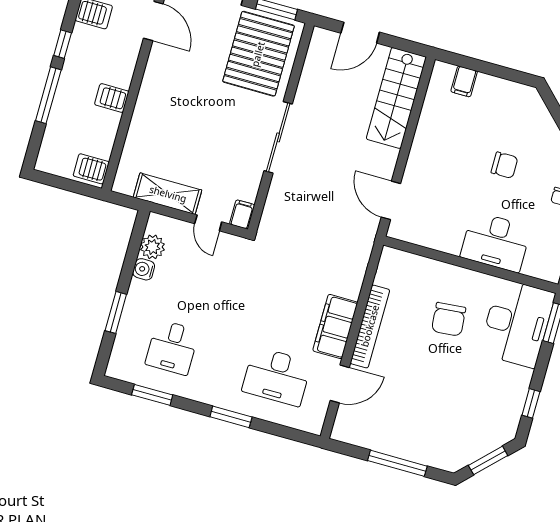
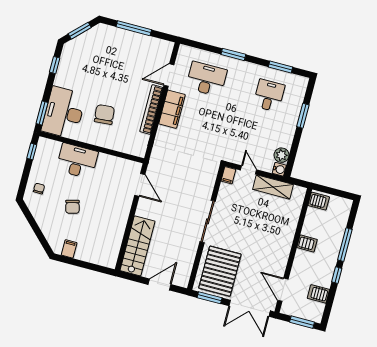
filing cabinet: (464, 81) -> (69, 249), moved
chair: (504, 165) -> (72, 207), turned -104
water cooler: (144, 269) -> (279, 169), moved

